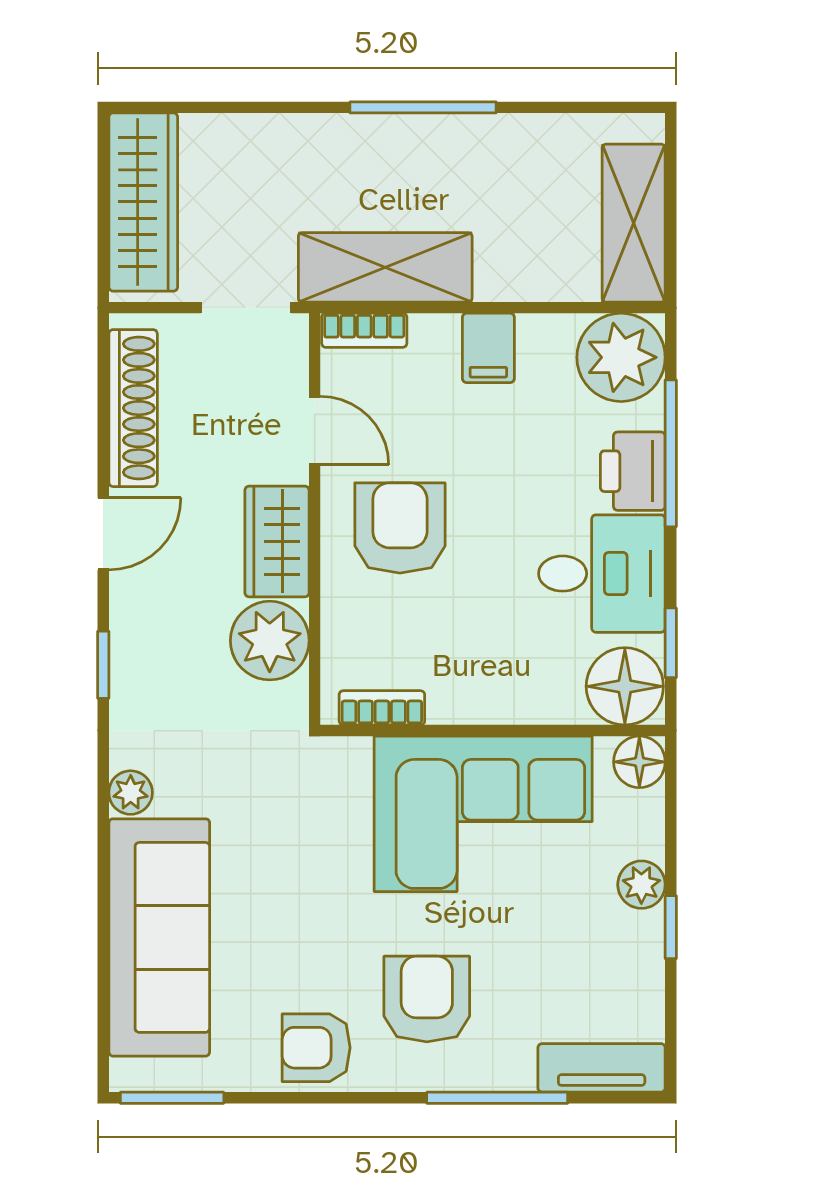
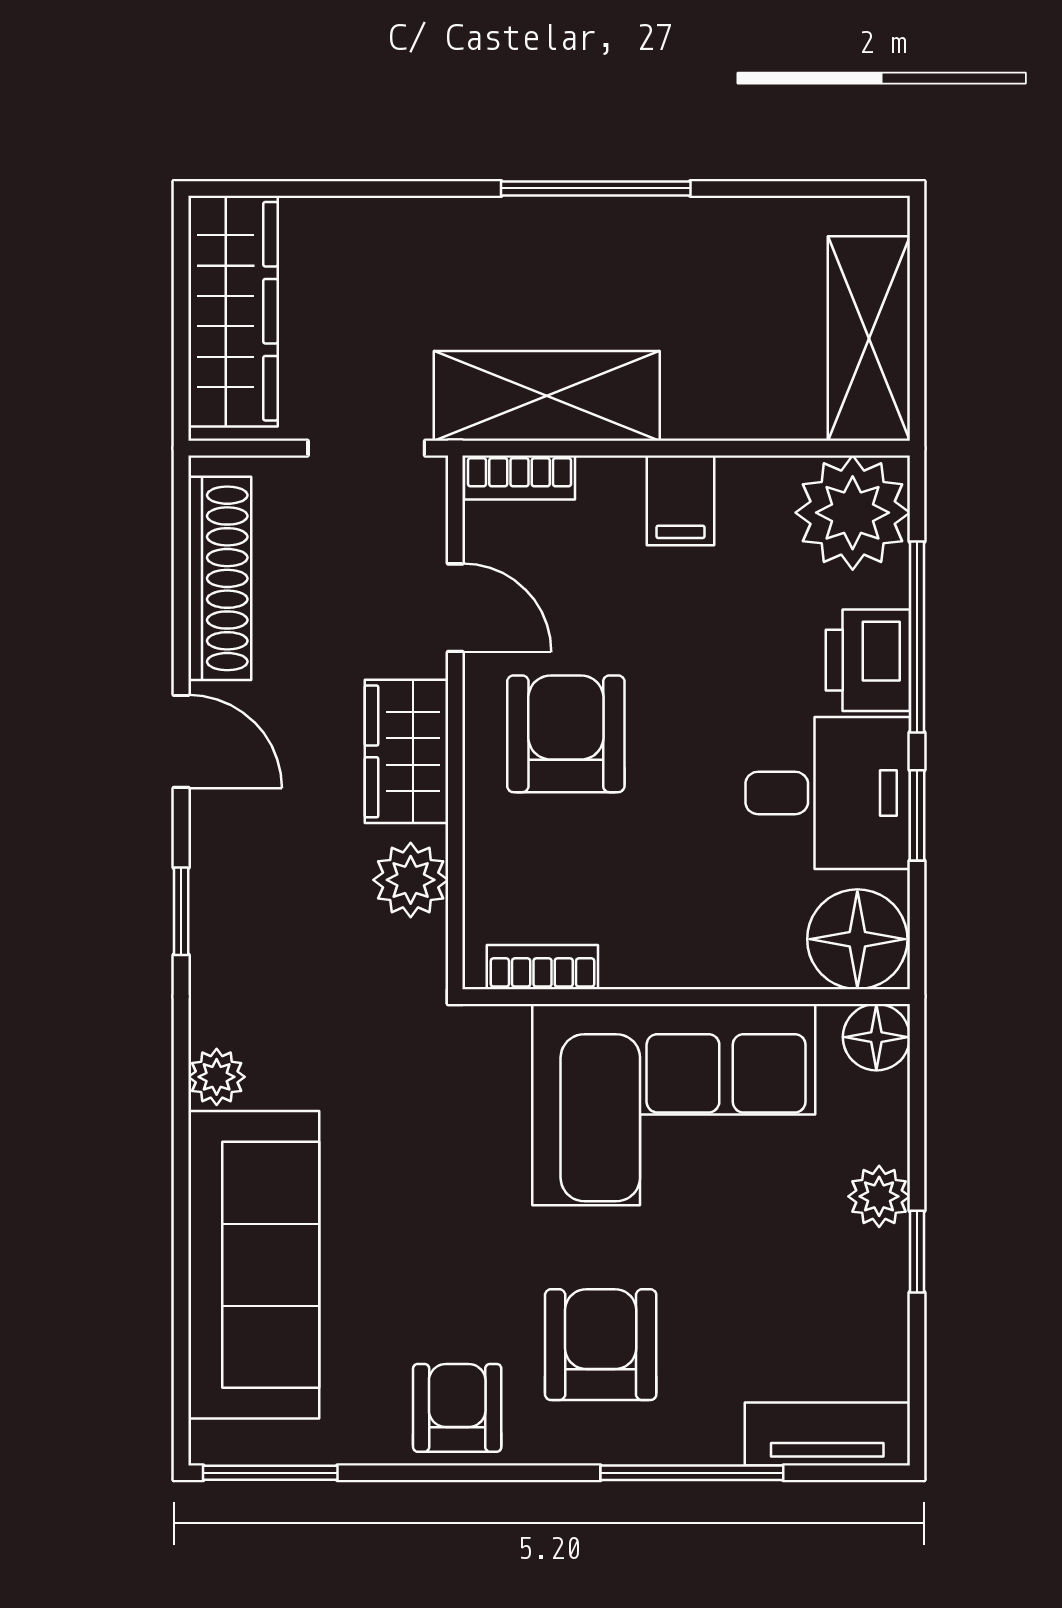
door: (103, 534) -> (181, 741), hinge flipped
plant: (270, 641) -> (411, 880), width x0.73, depth x0.73
window: (671, 643) -> (917, 815), moved
armchair: (316, 1048) -> (457, 1408), turned 90

